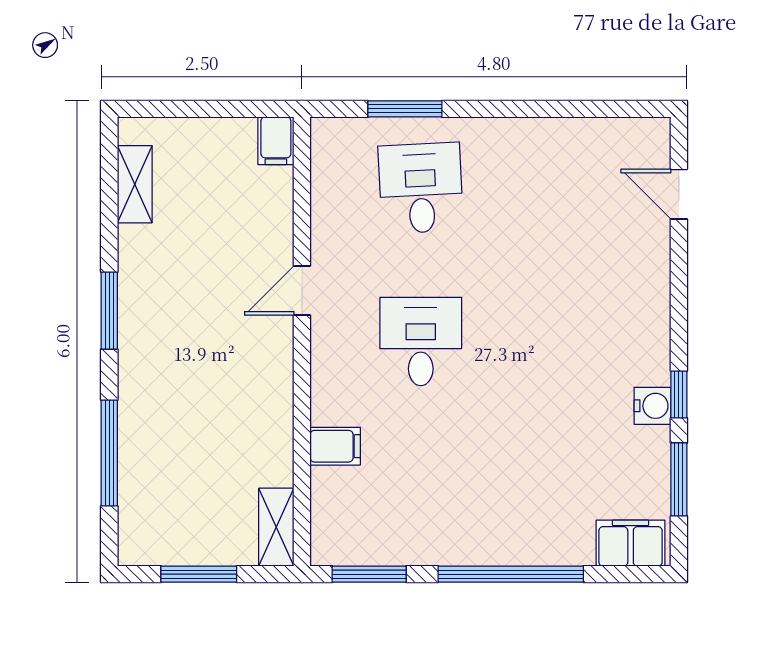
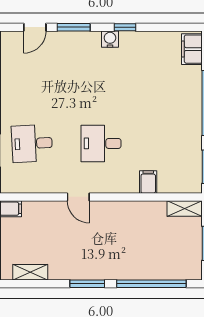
water cooler: (652, 406) -> (110, 39), moved
window: (109, 453) -> (151, 284), width x1.46
window: (679, 479) -> (74, 27), moved

